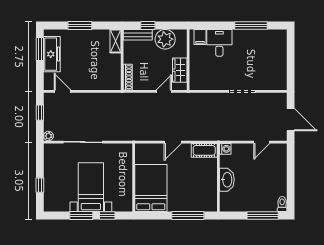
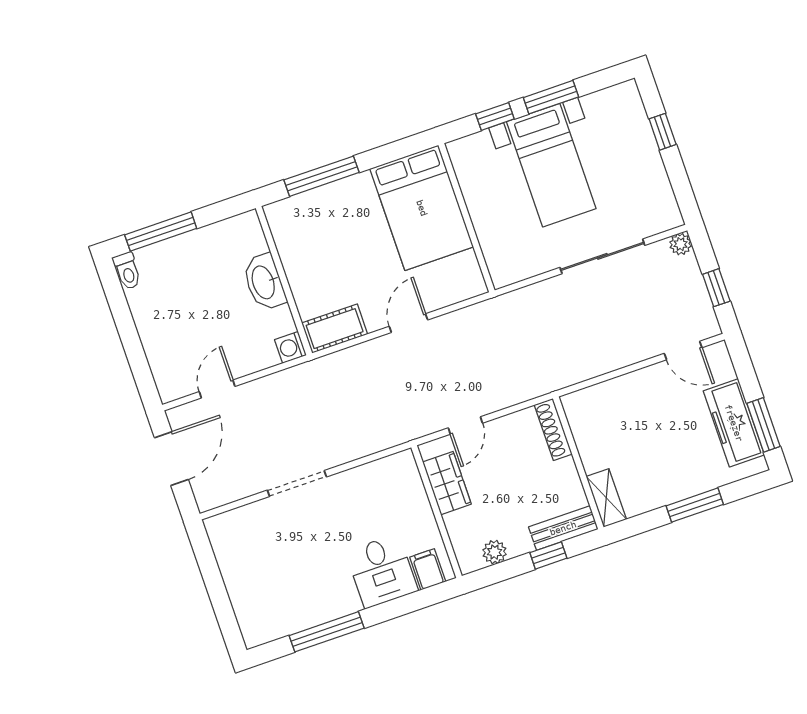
plant: (165, 39) -> (494, 552), width x0.53, depth x0.53
door: (291, 120) -> (171, 459), swing flipped

